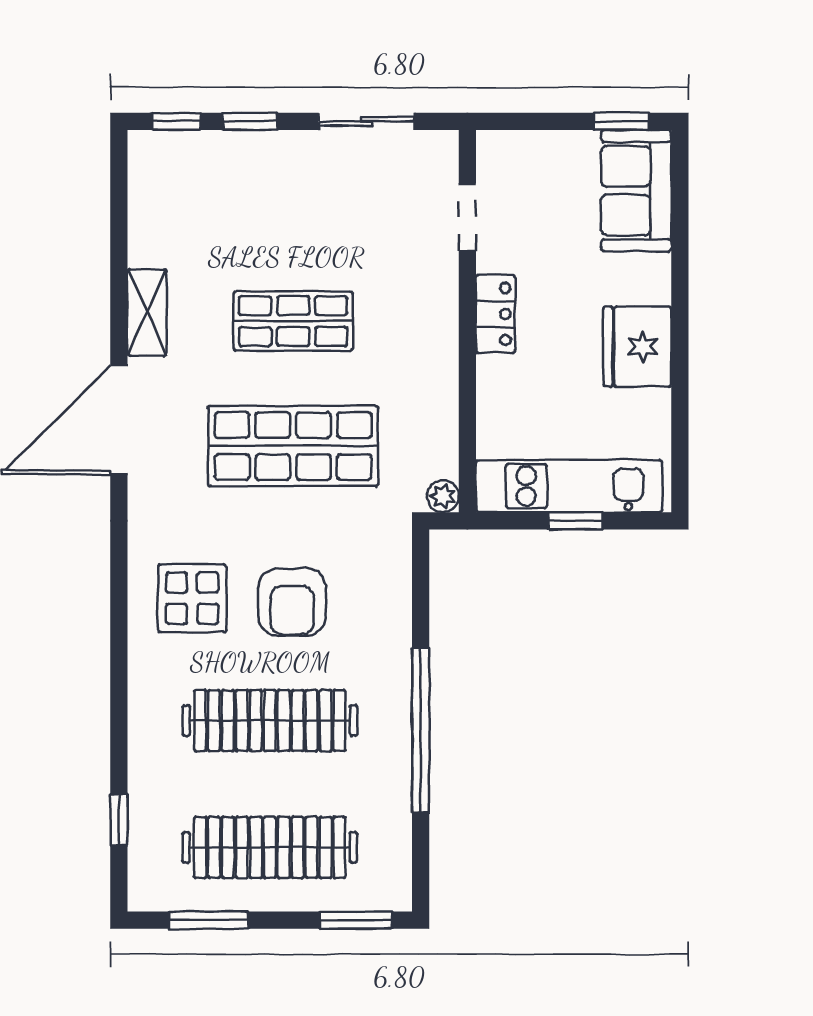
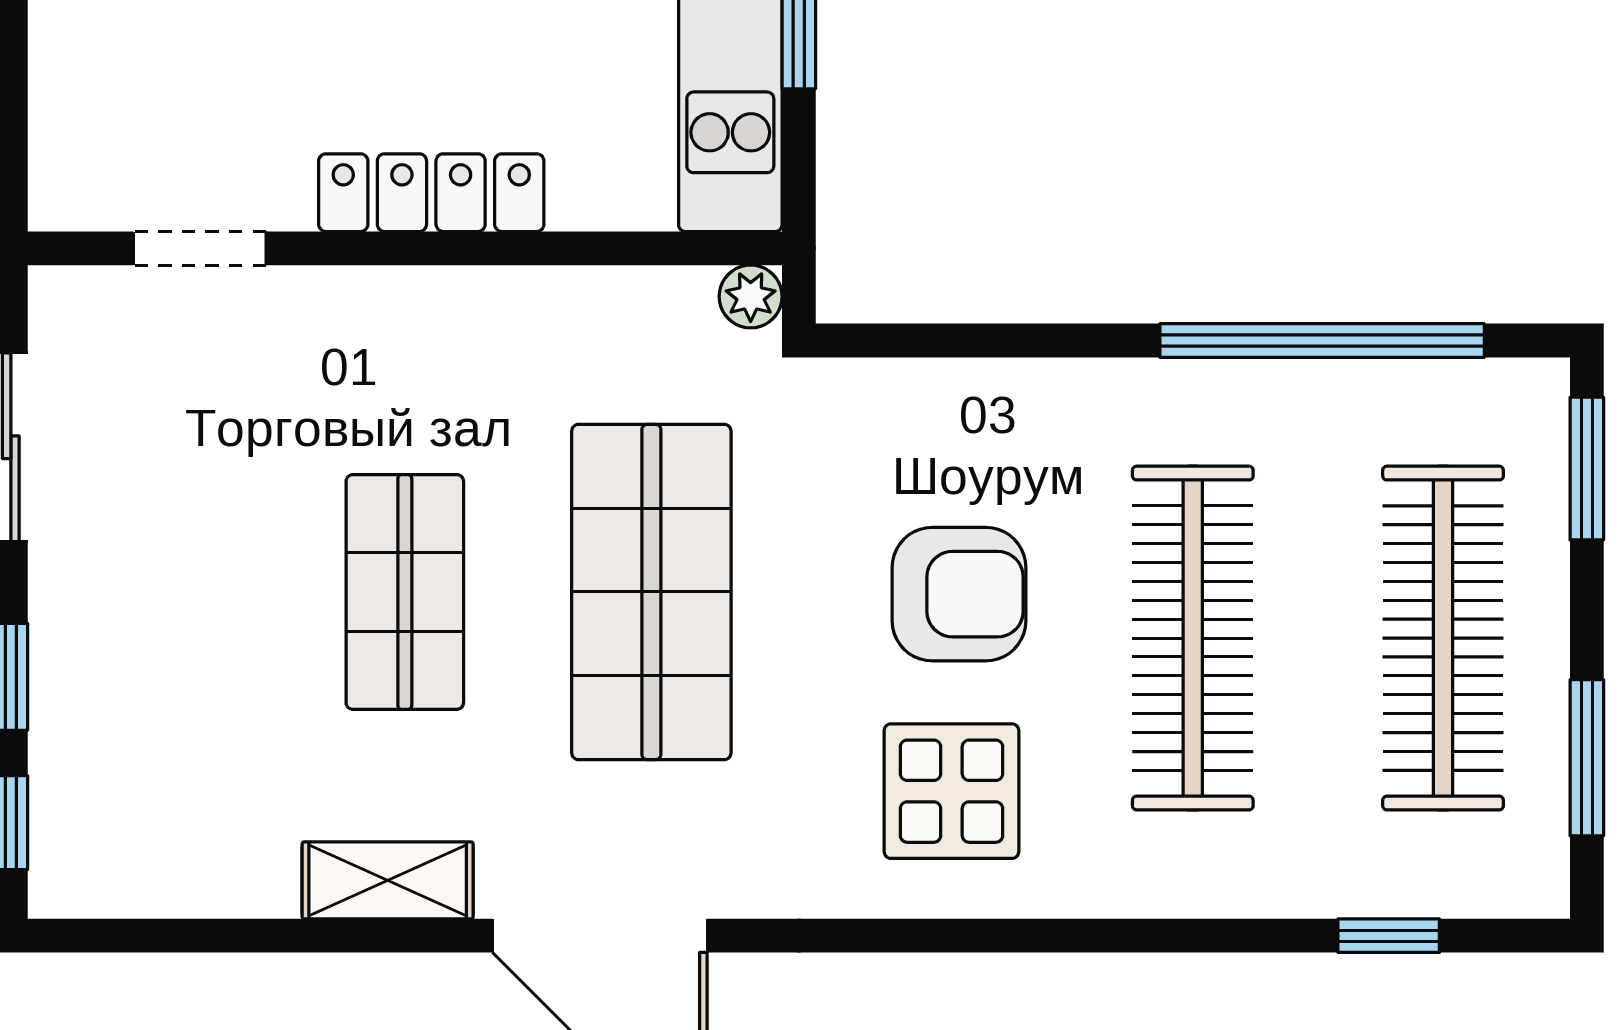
locker: (496, 314) -> (431, 193), width x1.53
window: (421, 730) -> (1322, 340), moved

